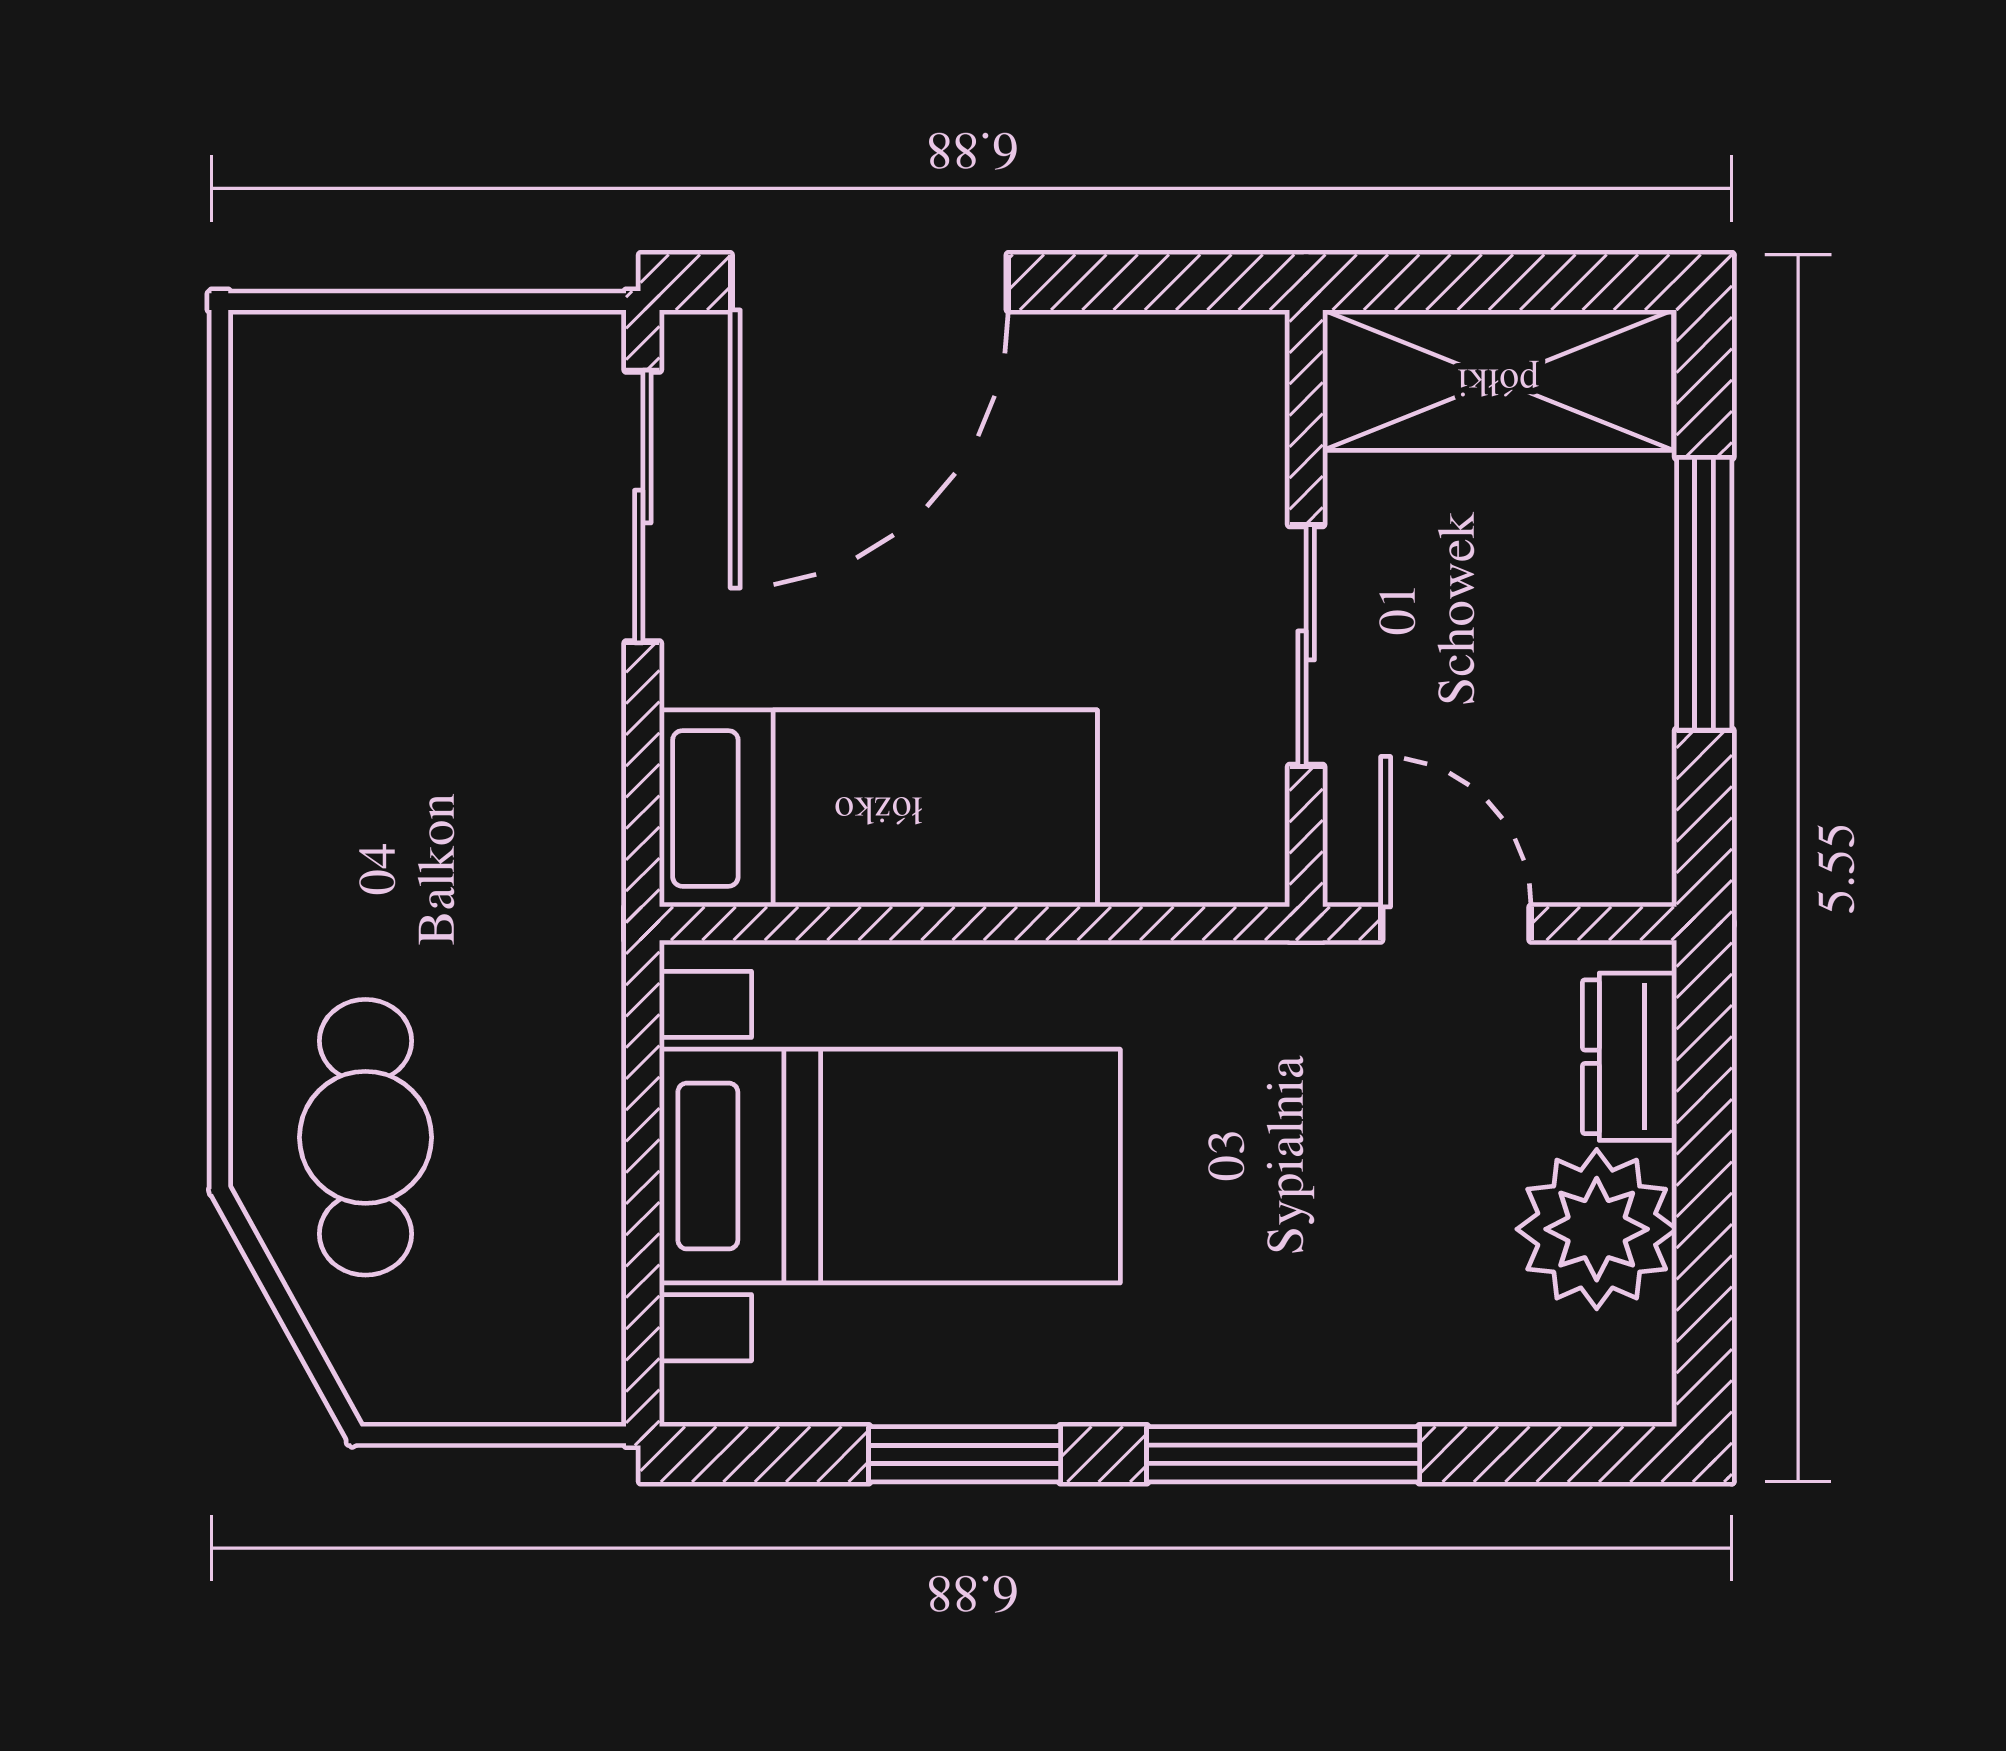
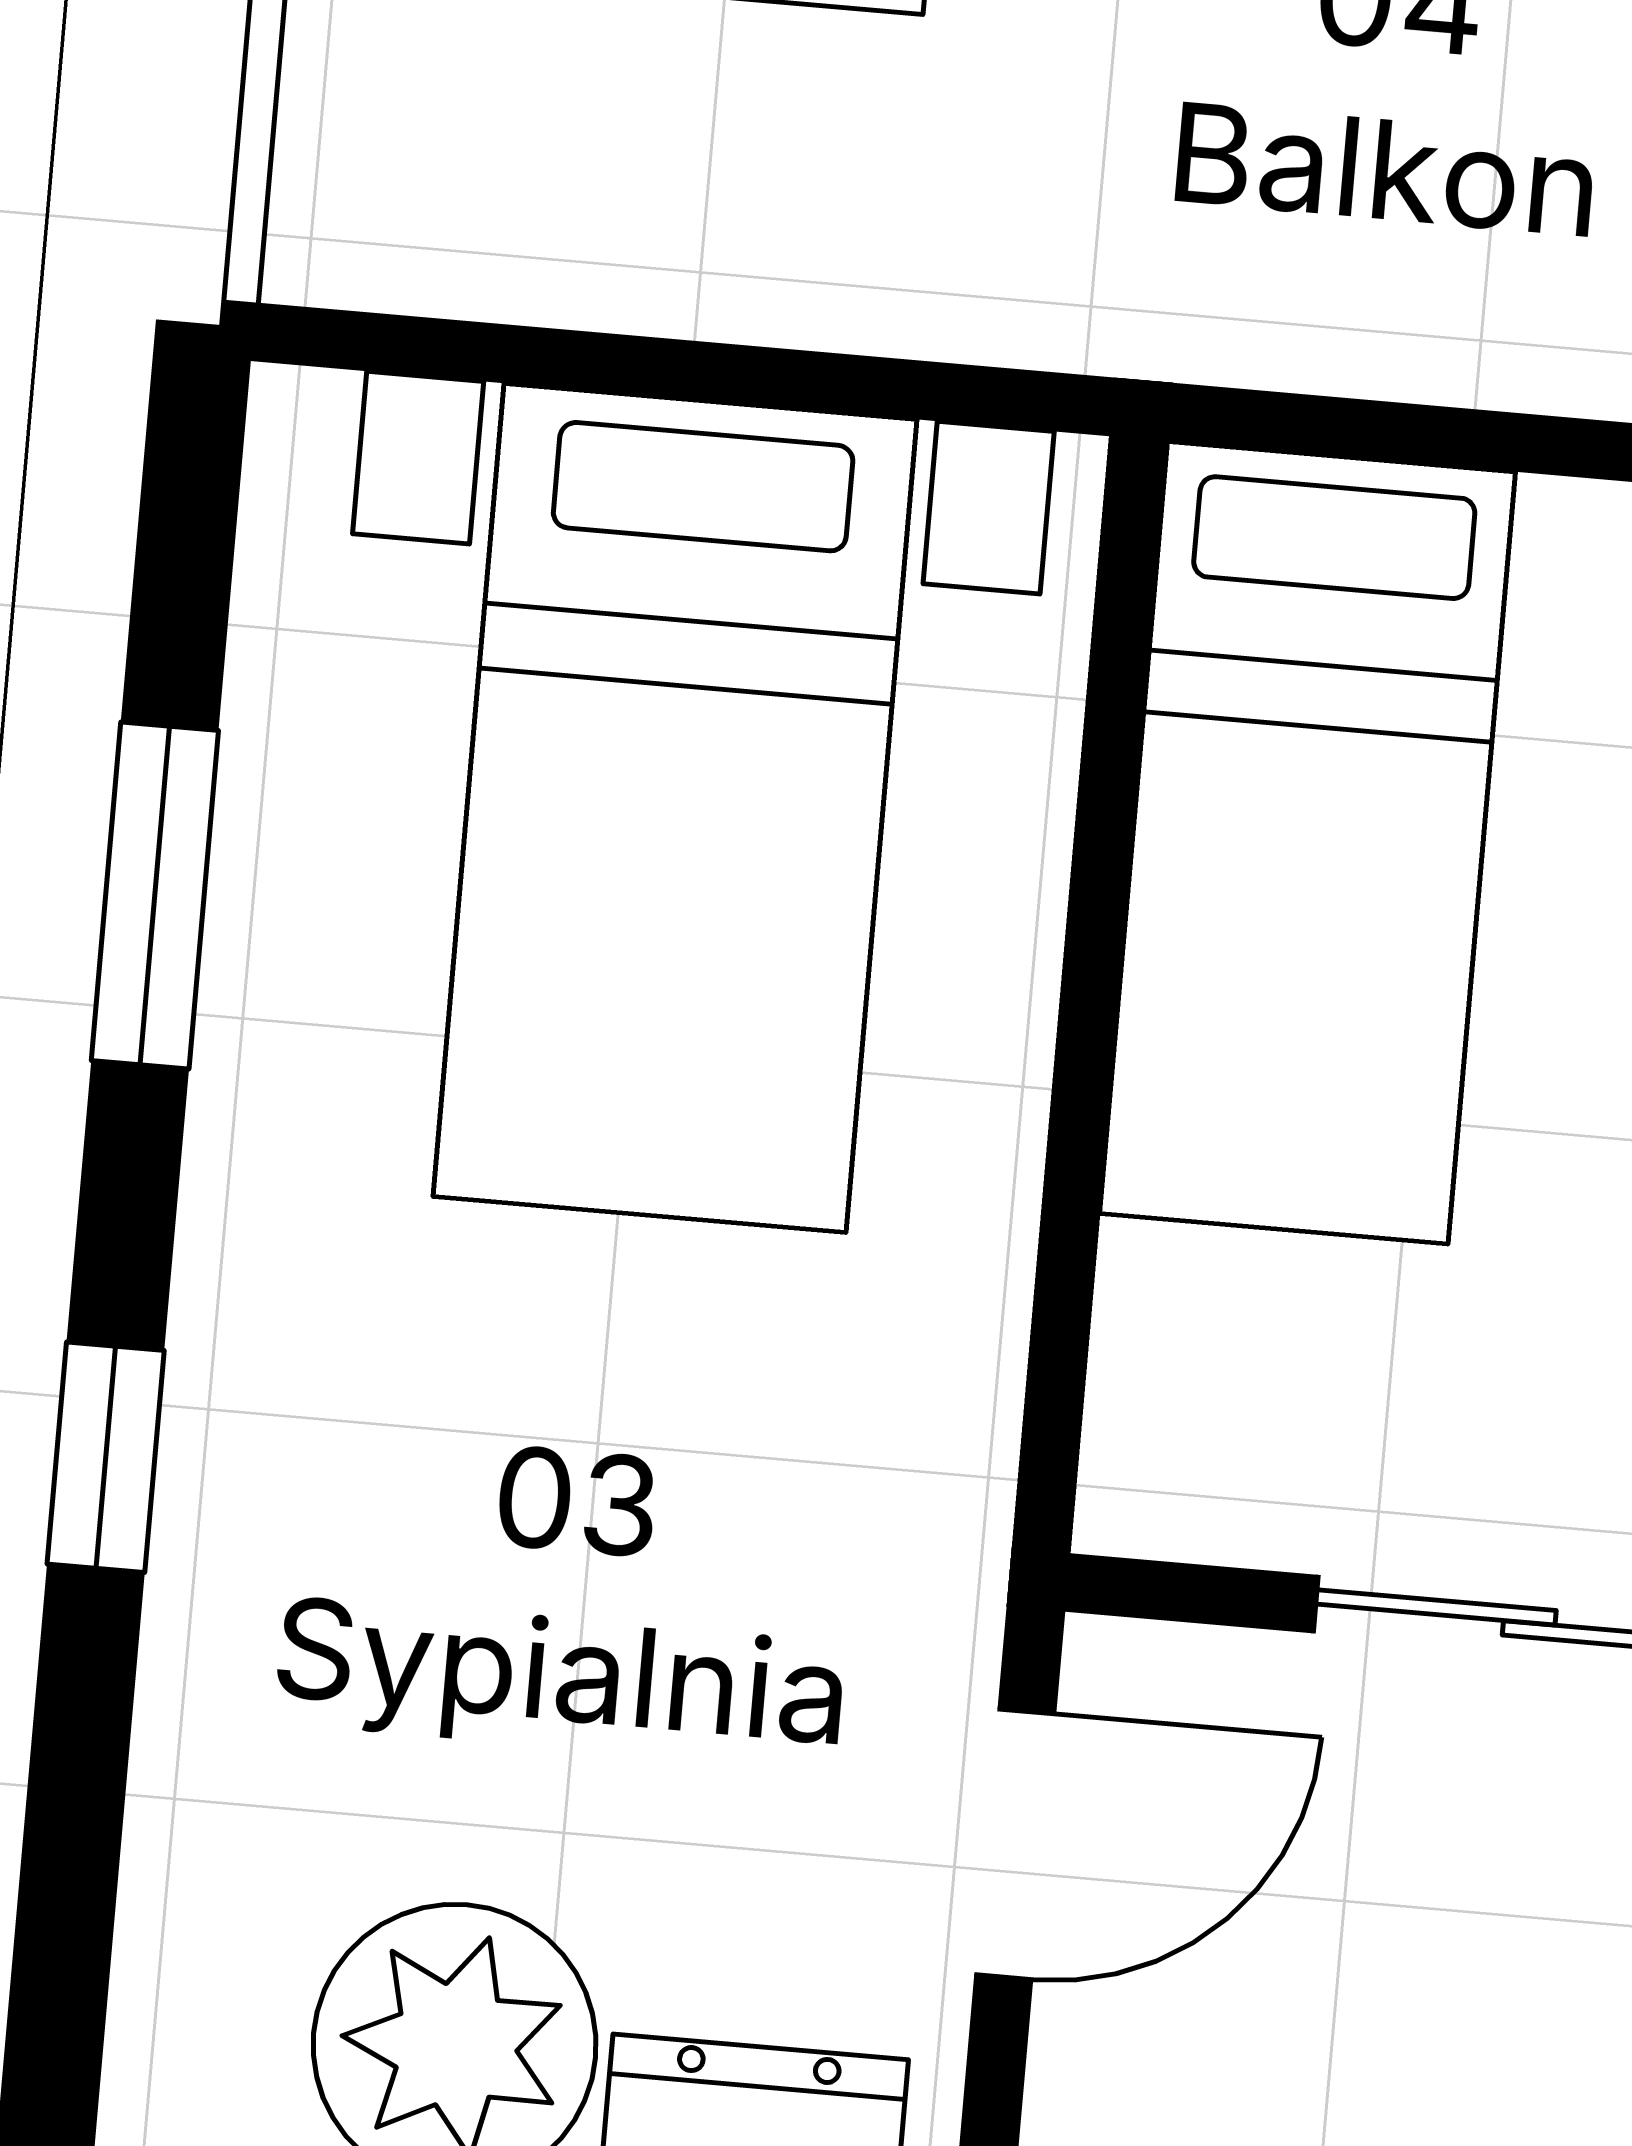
window: (1283, 1454) -> (106, 1457), width x0.46

